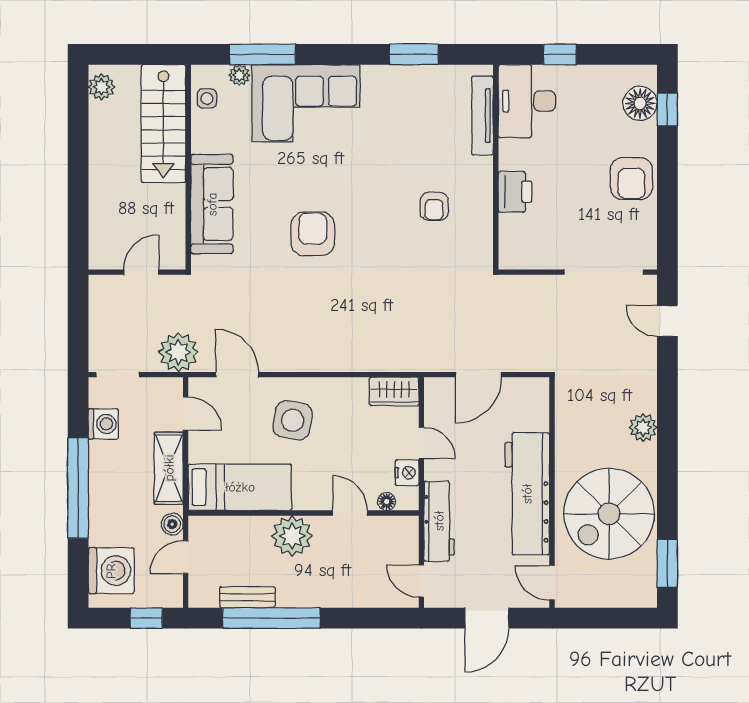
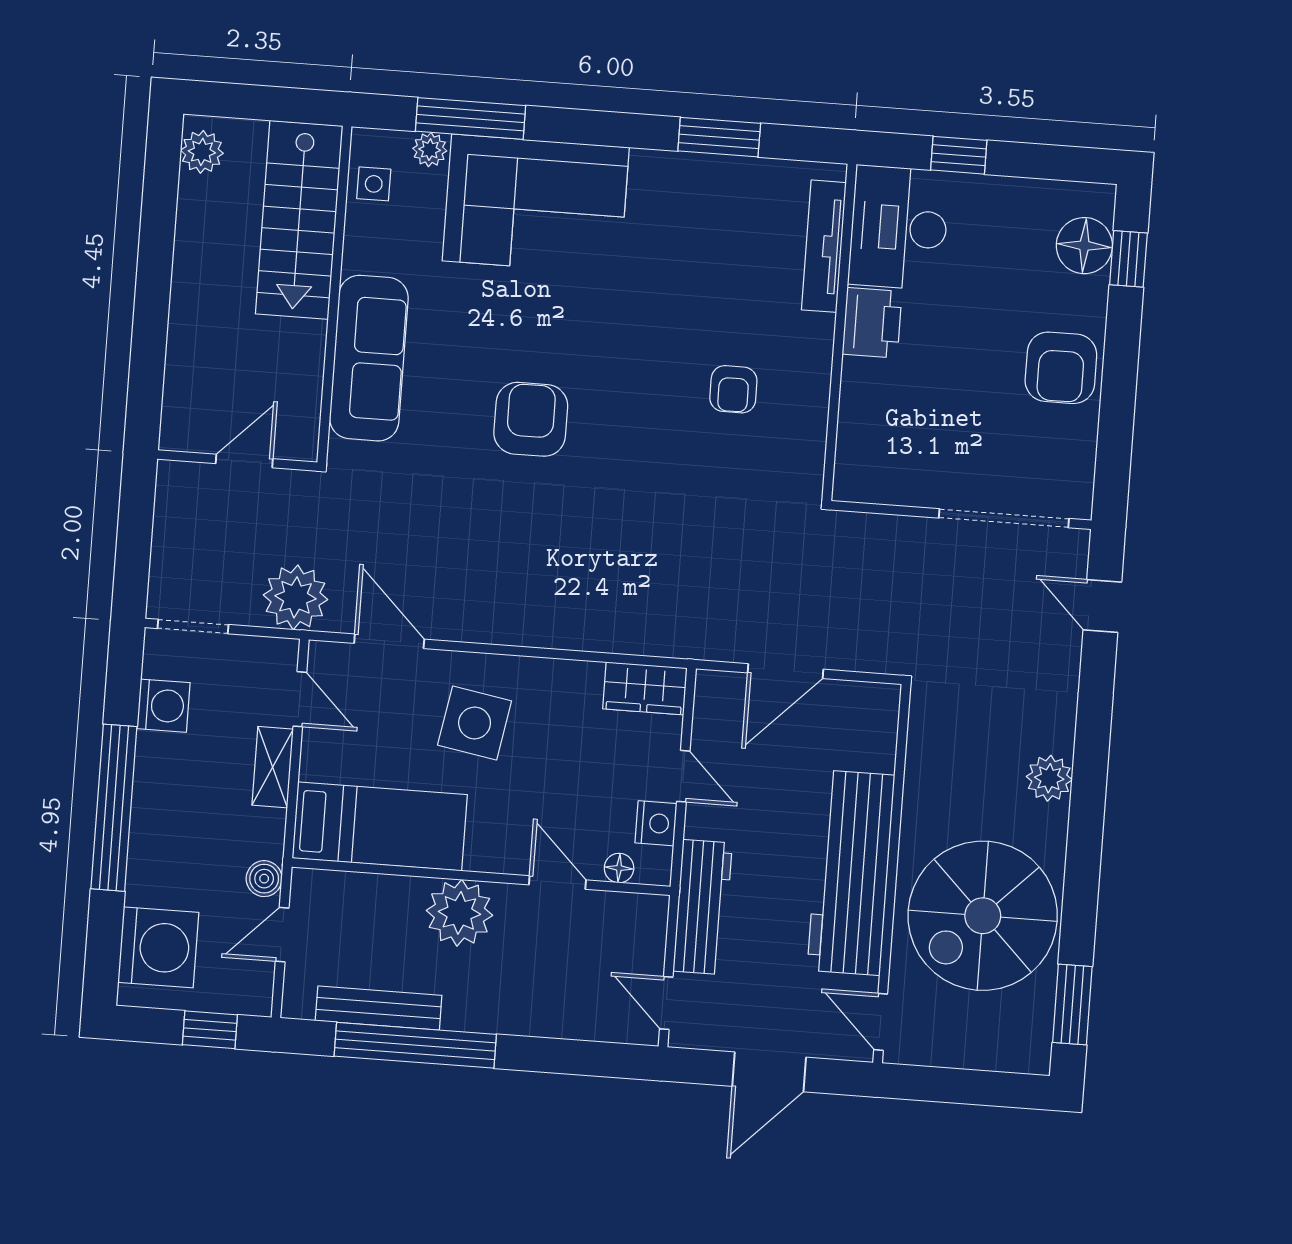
printer: (515, 192) -> (872, 323), moved
shelving: (169, 468) -> (273, 767), width x0.67, depth x0.75
bench: (247, 597) -> (379, 1008), width x1.36

